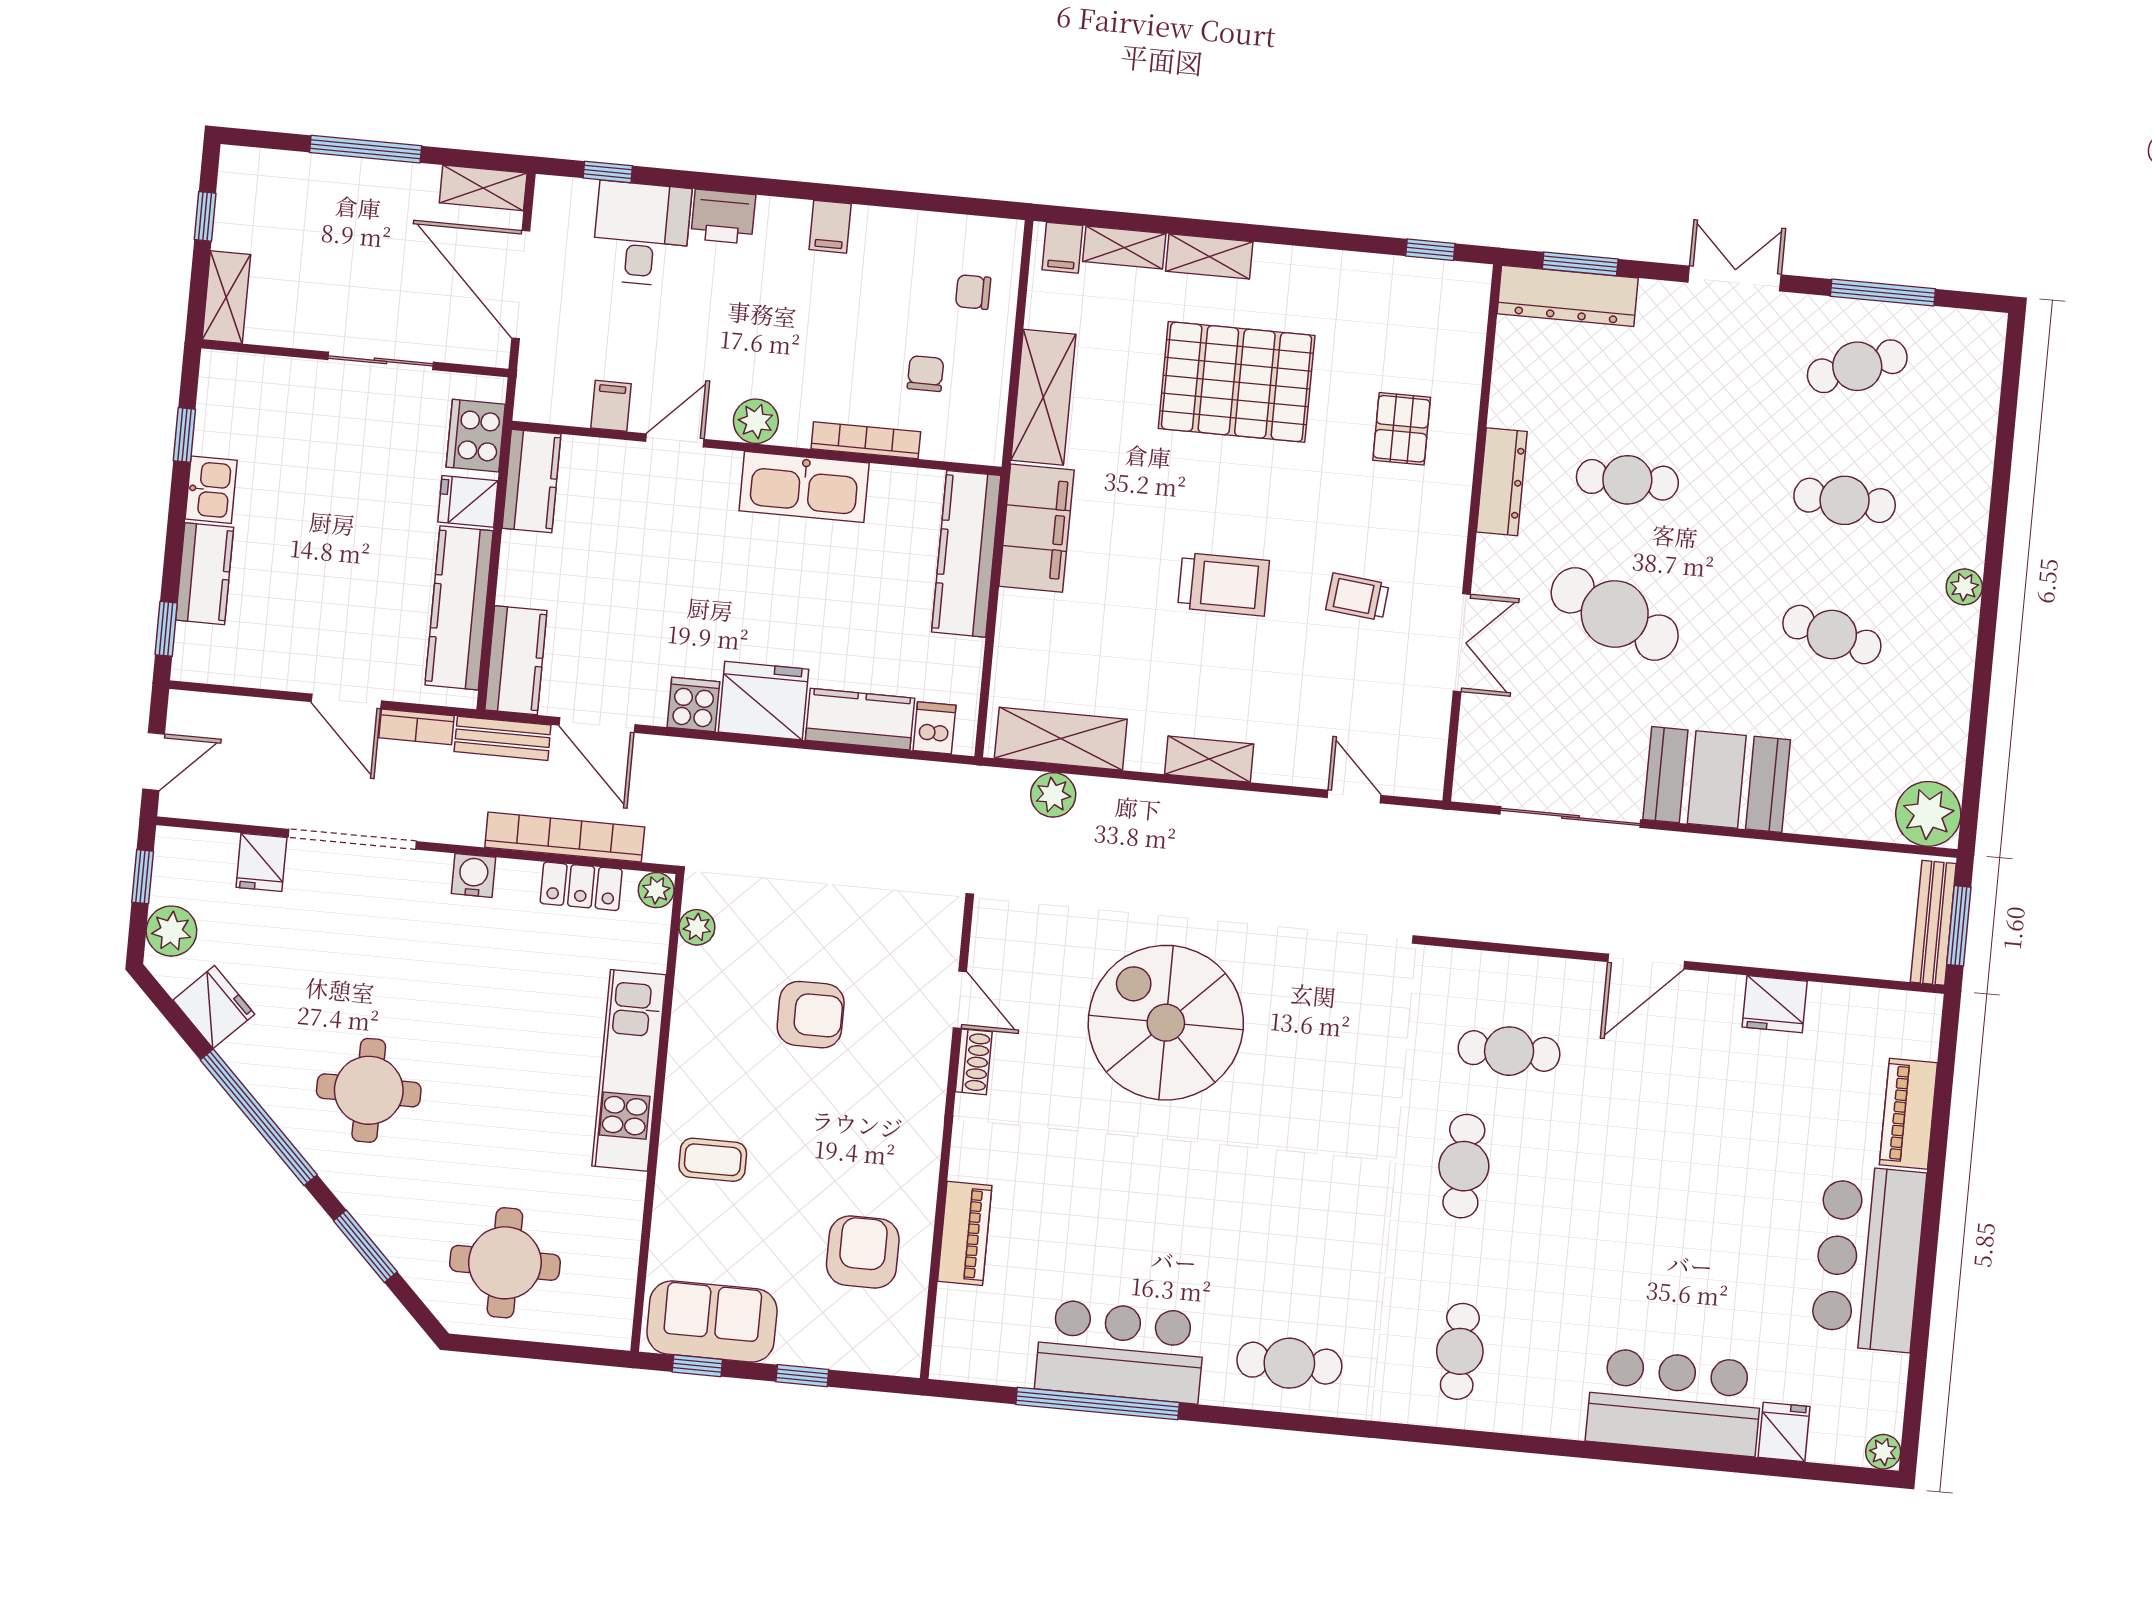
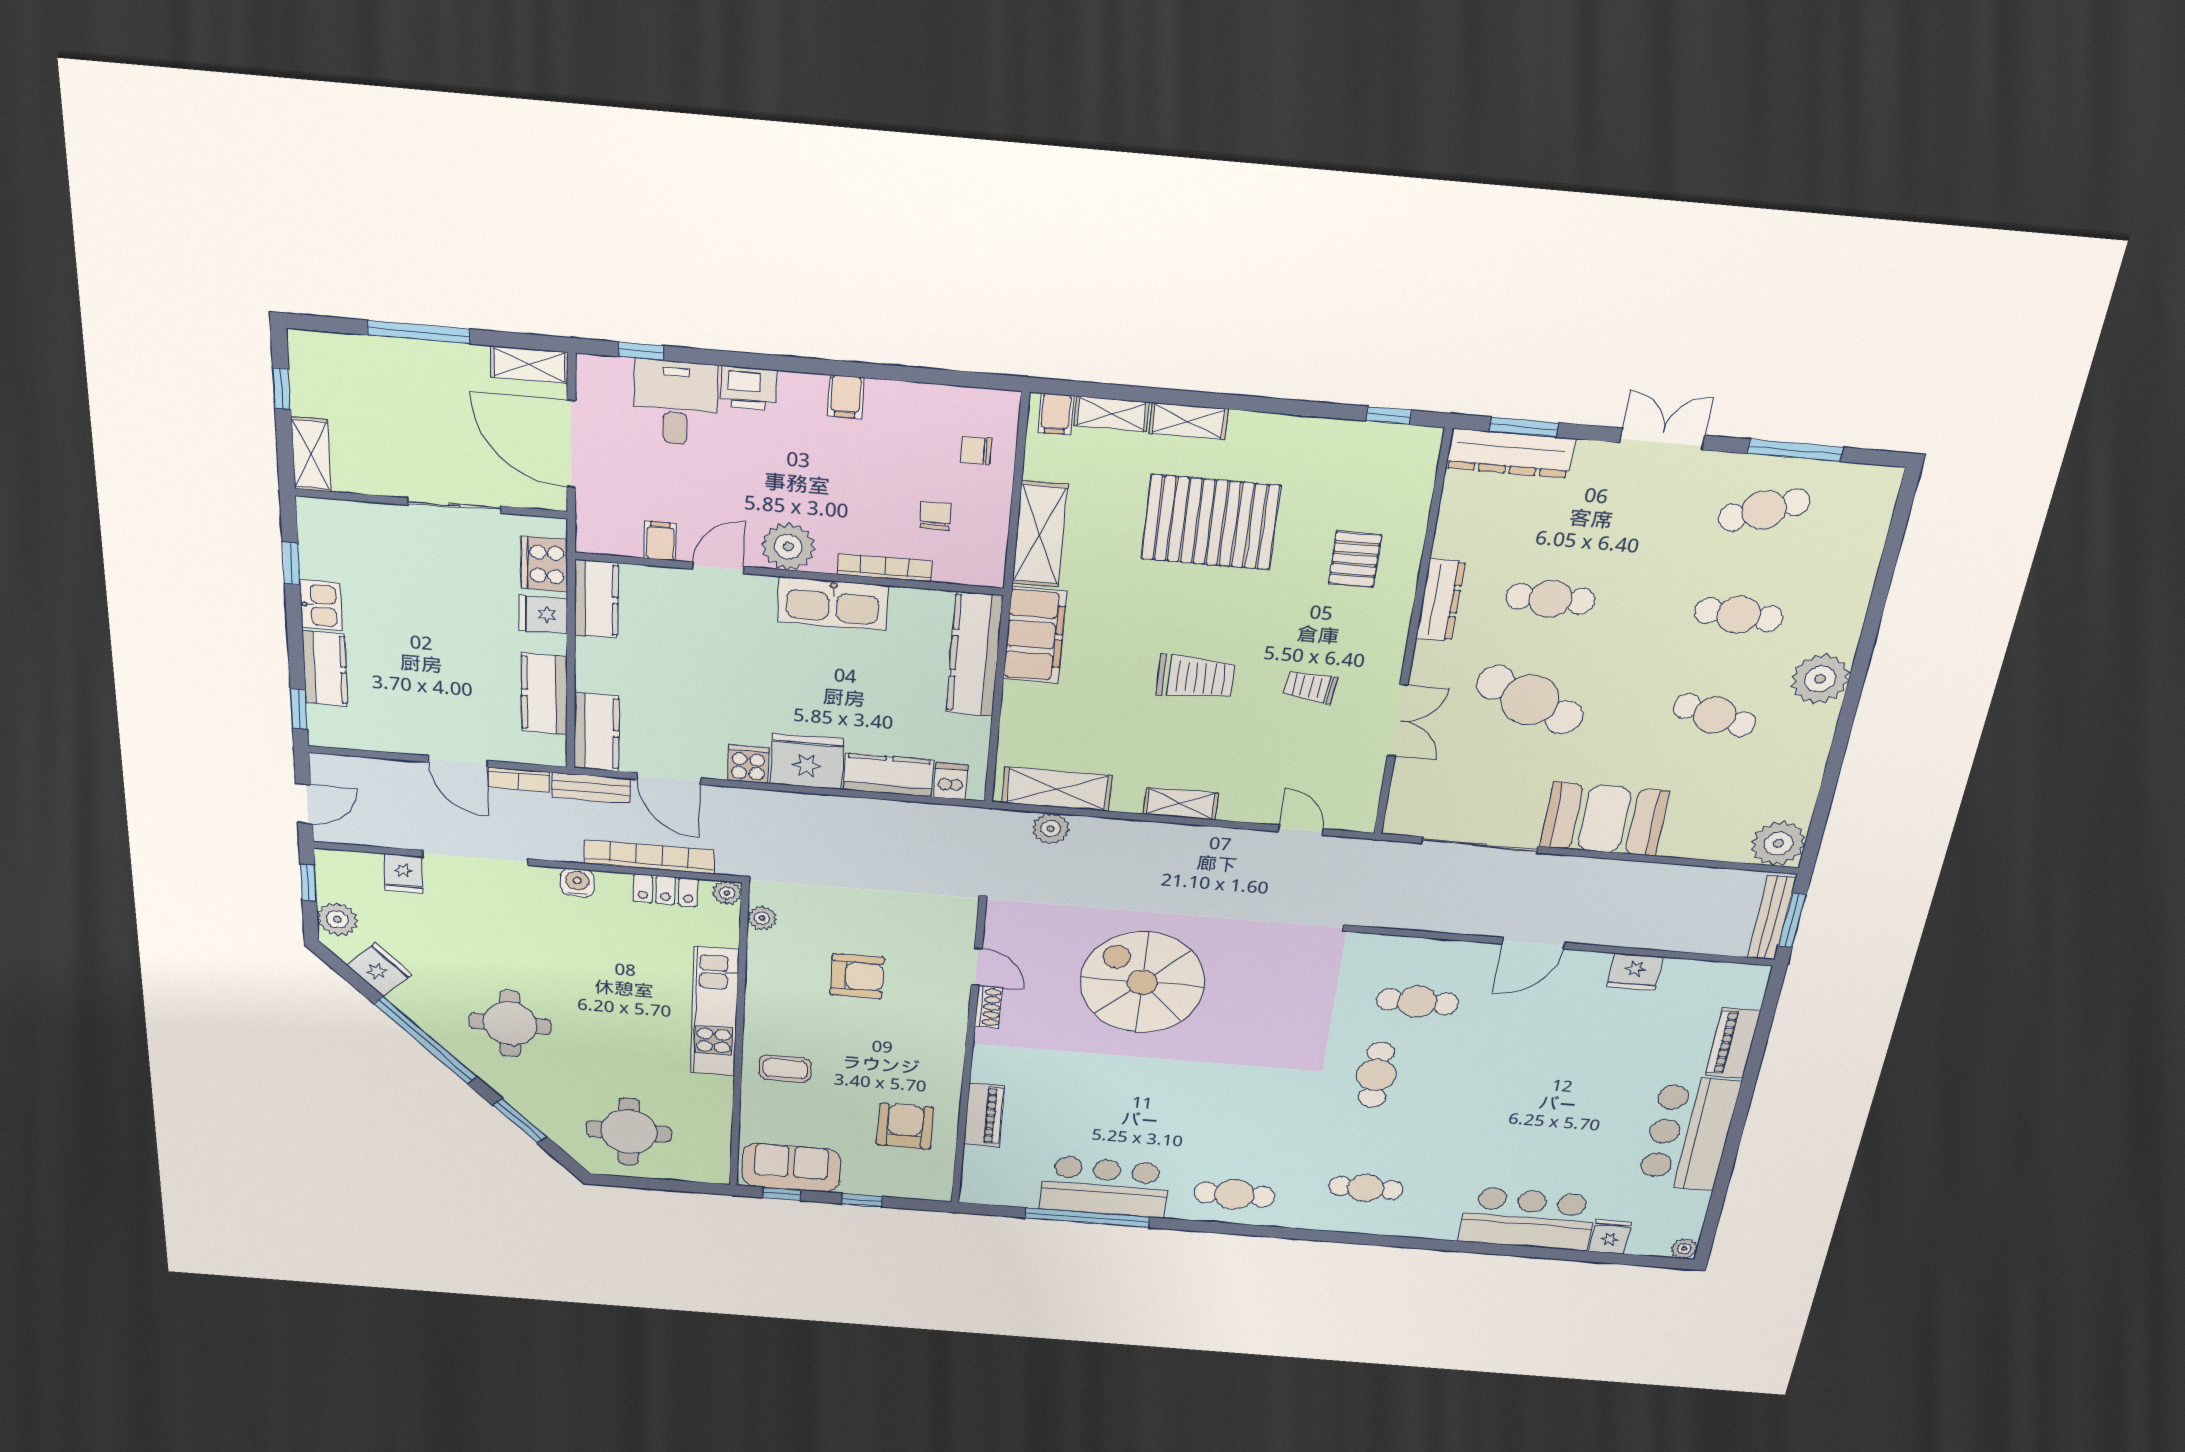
plant: (756, 421) -> (788, 547), width x1.36, depth x1.36
plant: (1964, 587) -> (1820, 679), width x1.88, depth x1.88
kitchen counter: (459, 608) -> (544, 694), width x0.67
cafe table: (1460, 1351) -> (1366, 1188), turned 90

